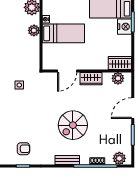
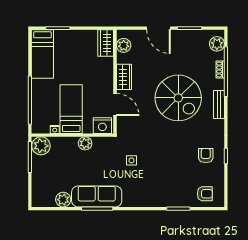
nightstand: (125, 27) -> (102, 126), moved, turned 180
plant: (34, 30) -> (85, 143), moved
spiral stairs: (73, 125) -> (178, 98), width x1.37, depth x1.37

